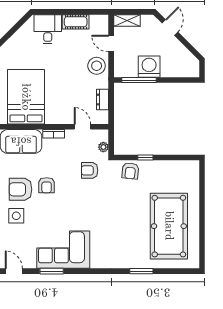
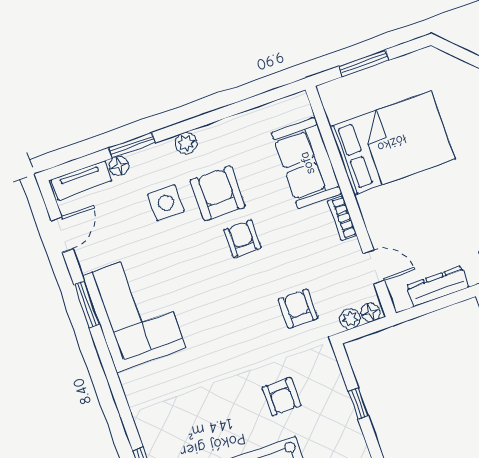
dresser: (103, 100) -> (438, 286), width x1.44
door: (82, 127) -> (374, 267), hinge flipped
floor lamp: (104, 136) -> (371, 313), added
armchair: (130, 171) -> (282, 397), moved, turned -96
armchair: (47, 185) -> (242, 239), turned 90

